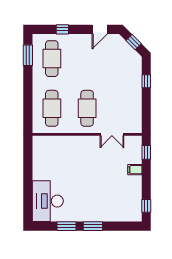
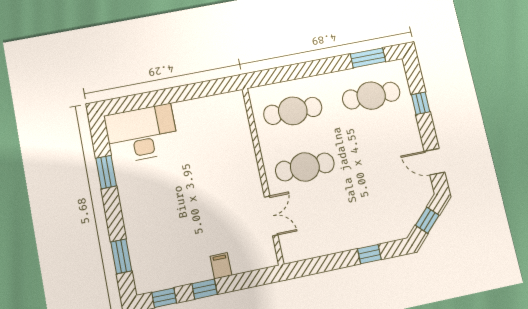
double door: (112, 134) -> (271, 216), swing flipped
window: (146, 152) -> (205, 289), moved
window: (93, 226) -> (121, 256), moved

